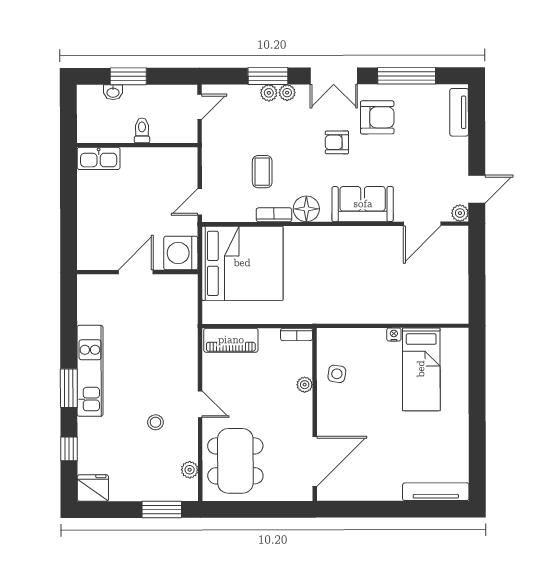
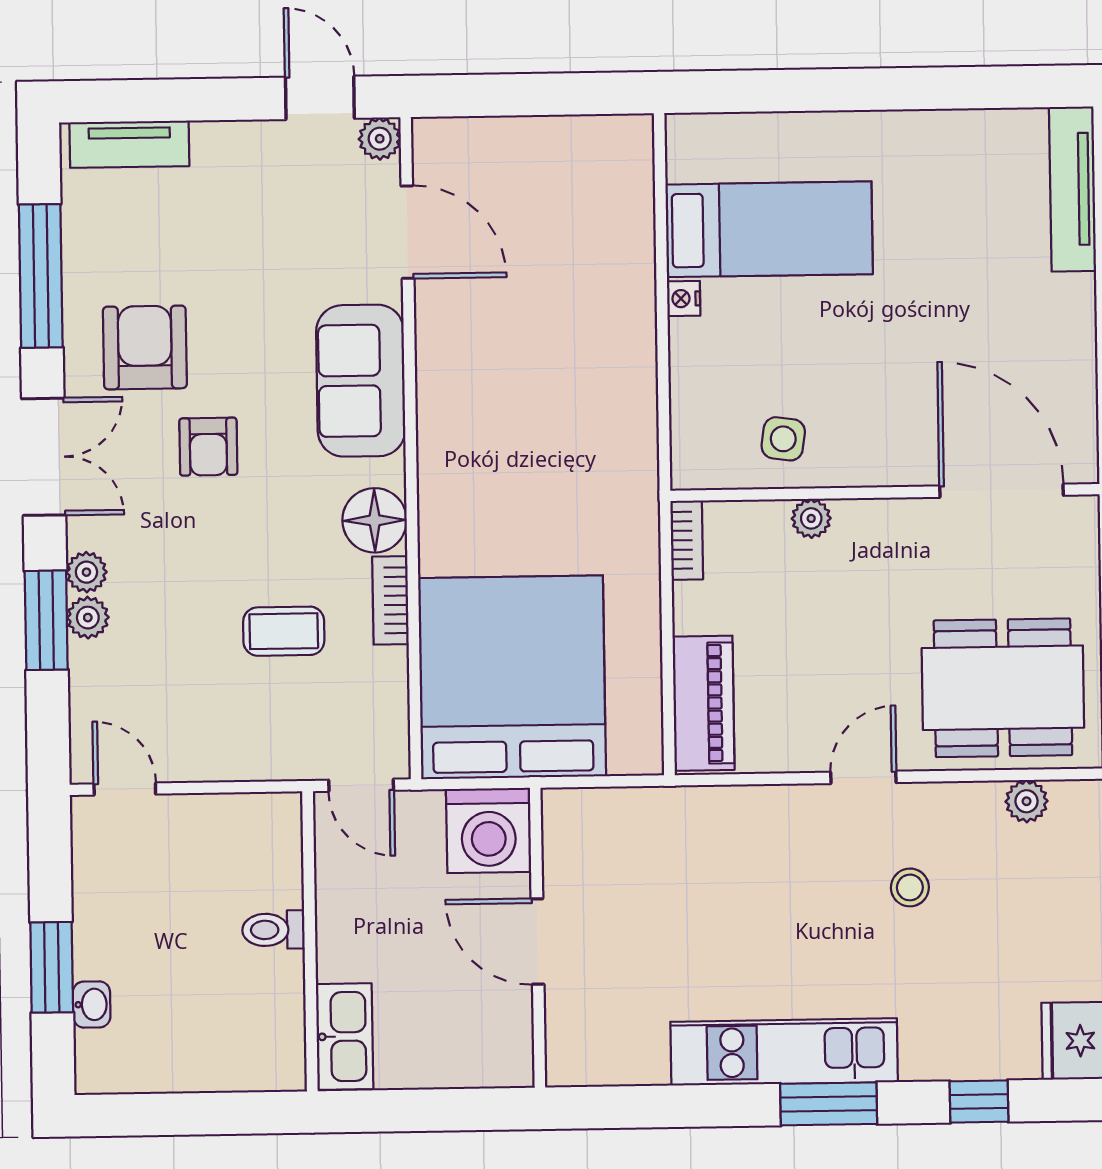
toilet: (142, 130) -> (273, 930), moved
wall: (137, 145) -> (310, 941), moved
kitchen sink: (99, 158) -> (345, 1037), moved

